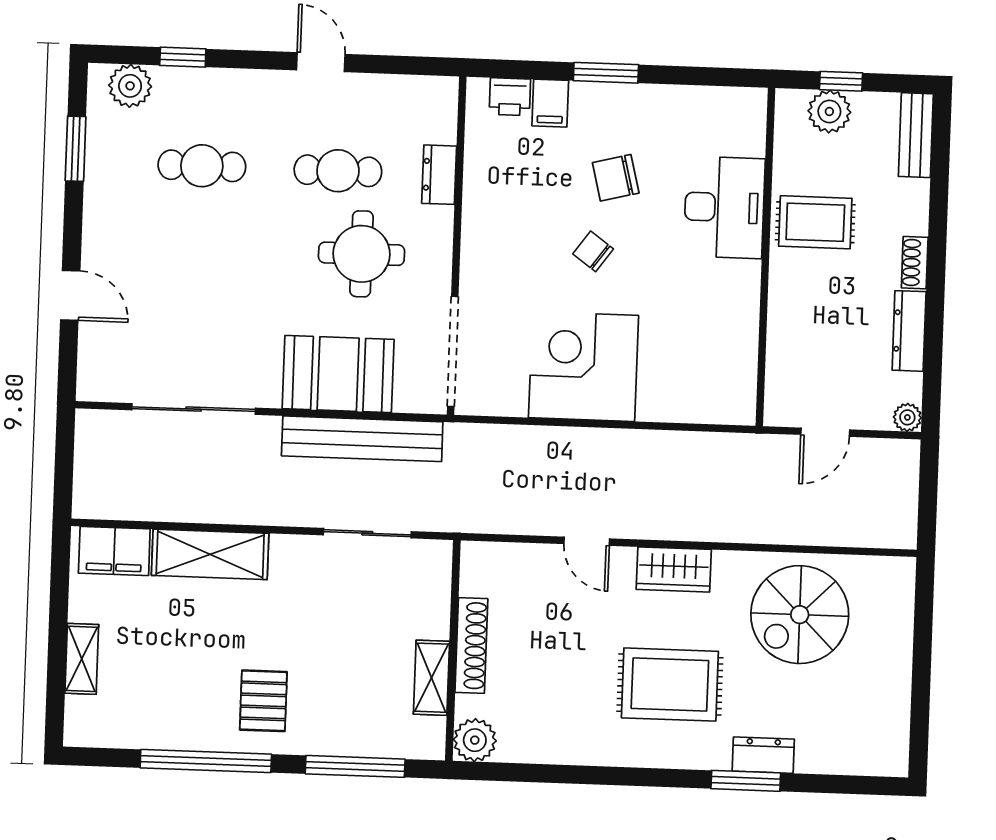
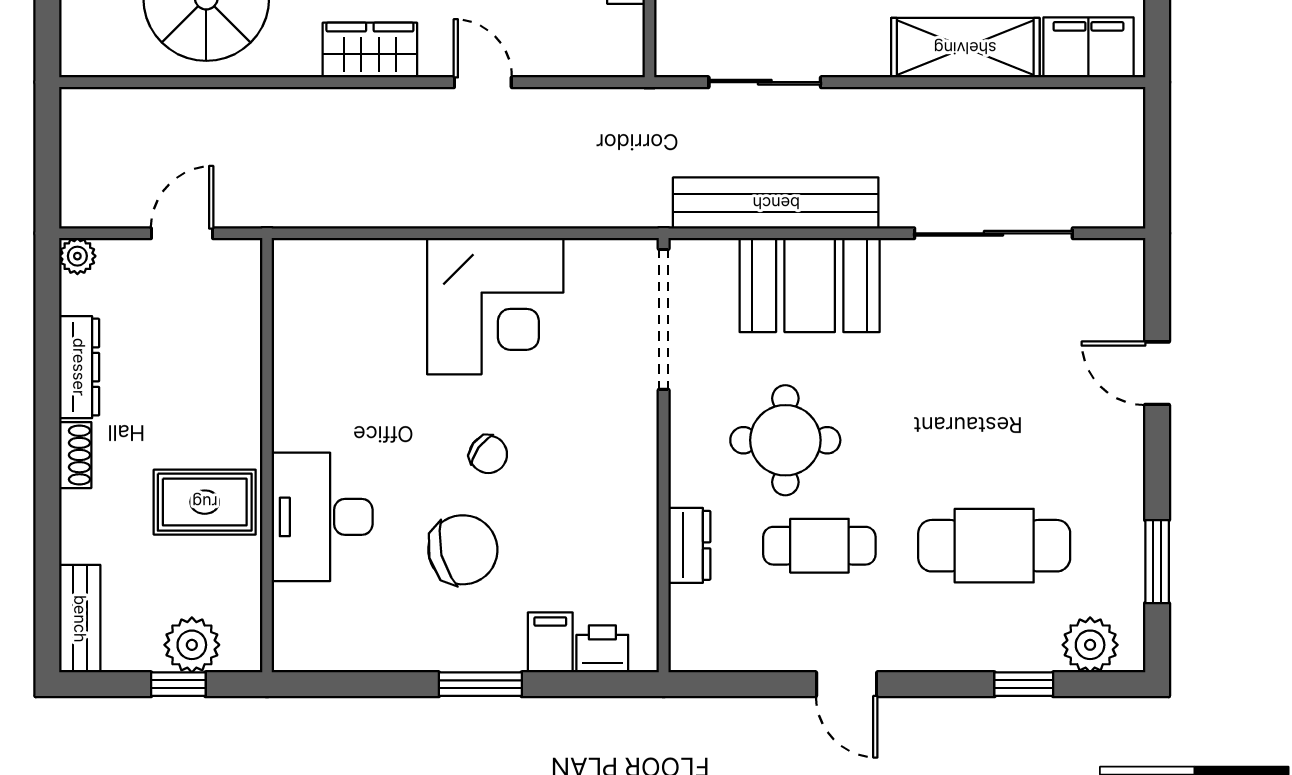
cafe table: (202, 166) -> (994, 546), width x1.37, depth x1.35
chair: (616, 178) -> (463, 550), width x1.37, depth x1.37

